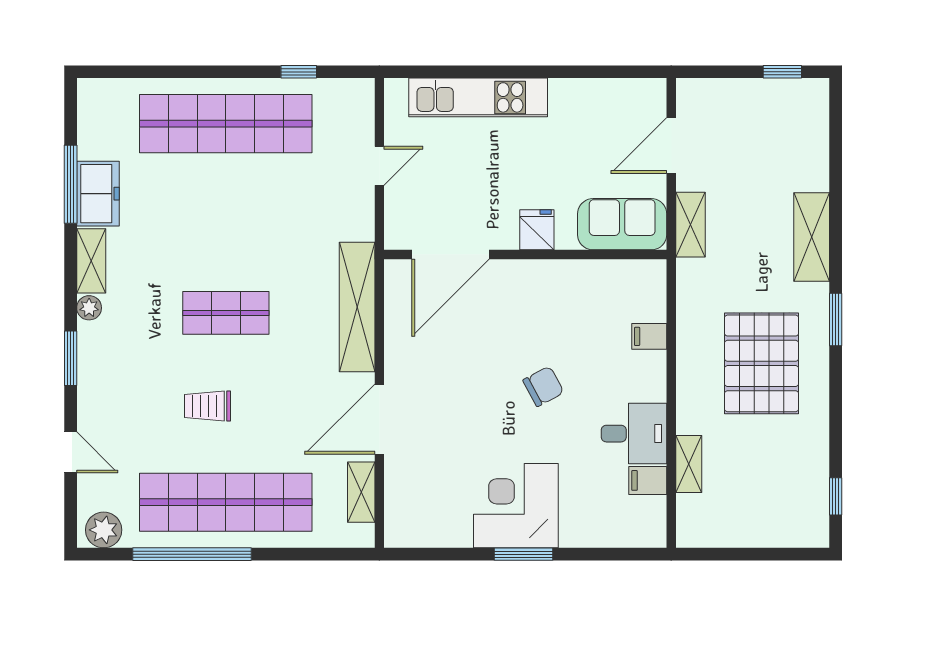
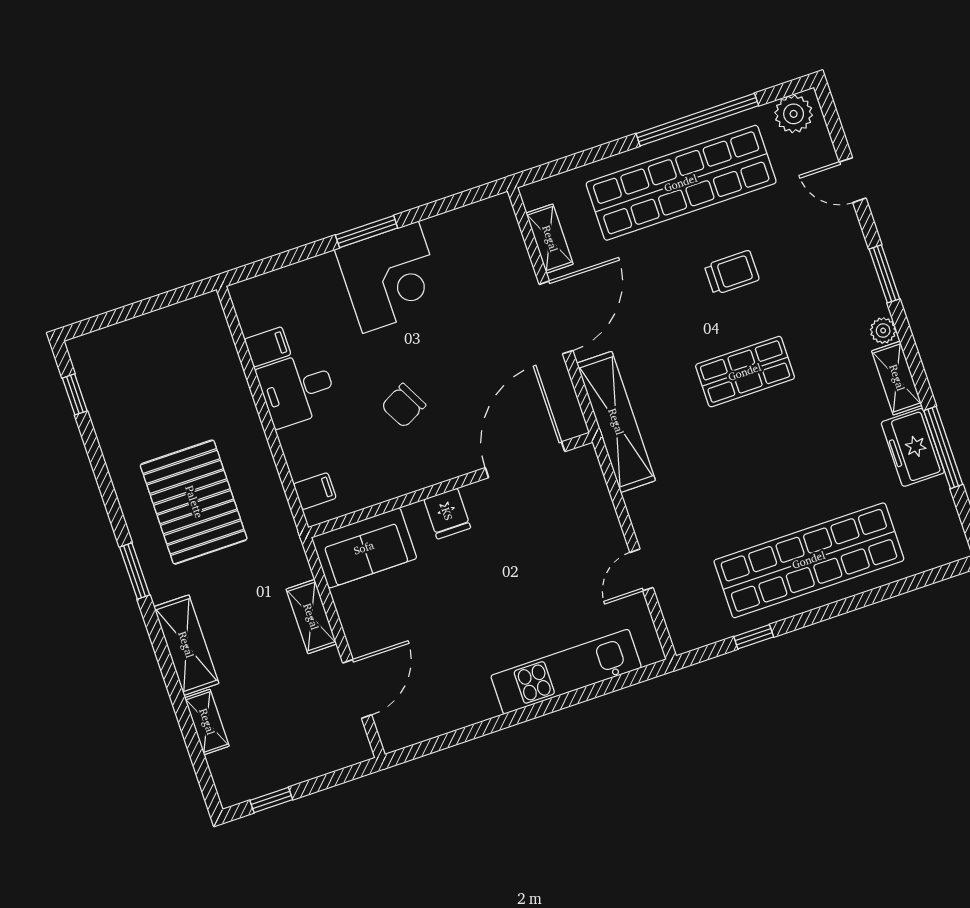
sofa: (622, 224) -> (364, 548), moved
fridge: (537, 230) -> (447, 514), moved
door: (450, 255) -> (525, 460), moved
wall: (525, 255) -> (450, 485), moved
shelving: (689, 464) -> (207, 722), moved

